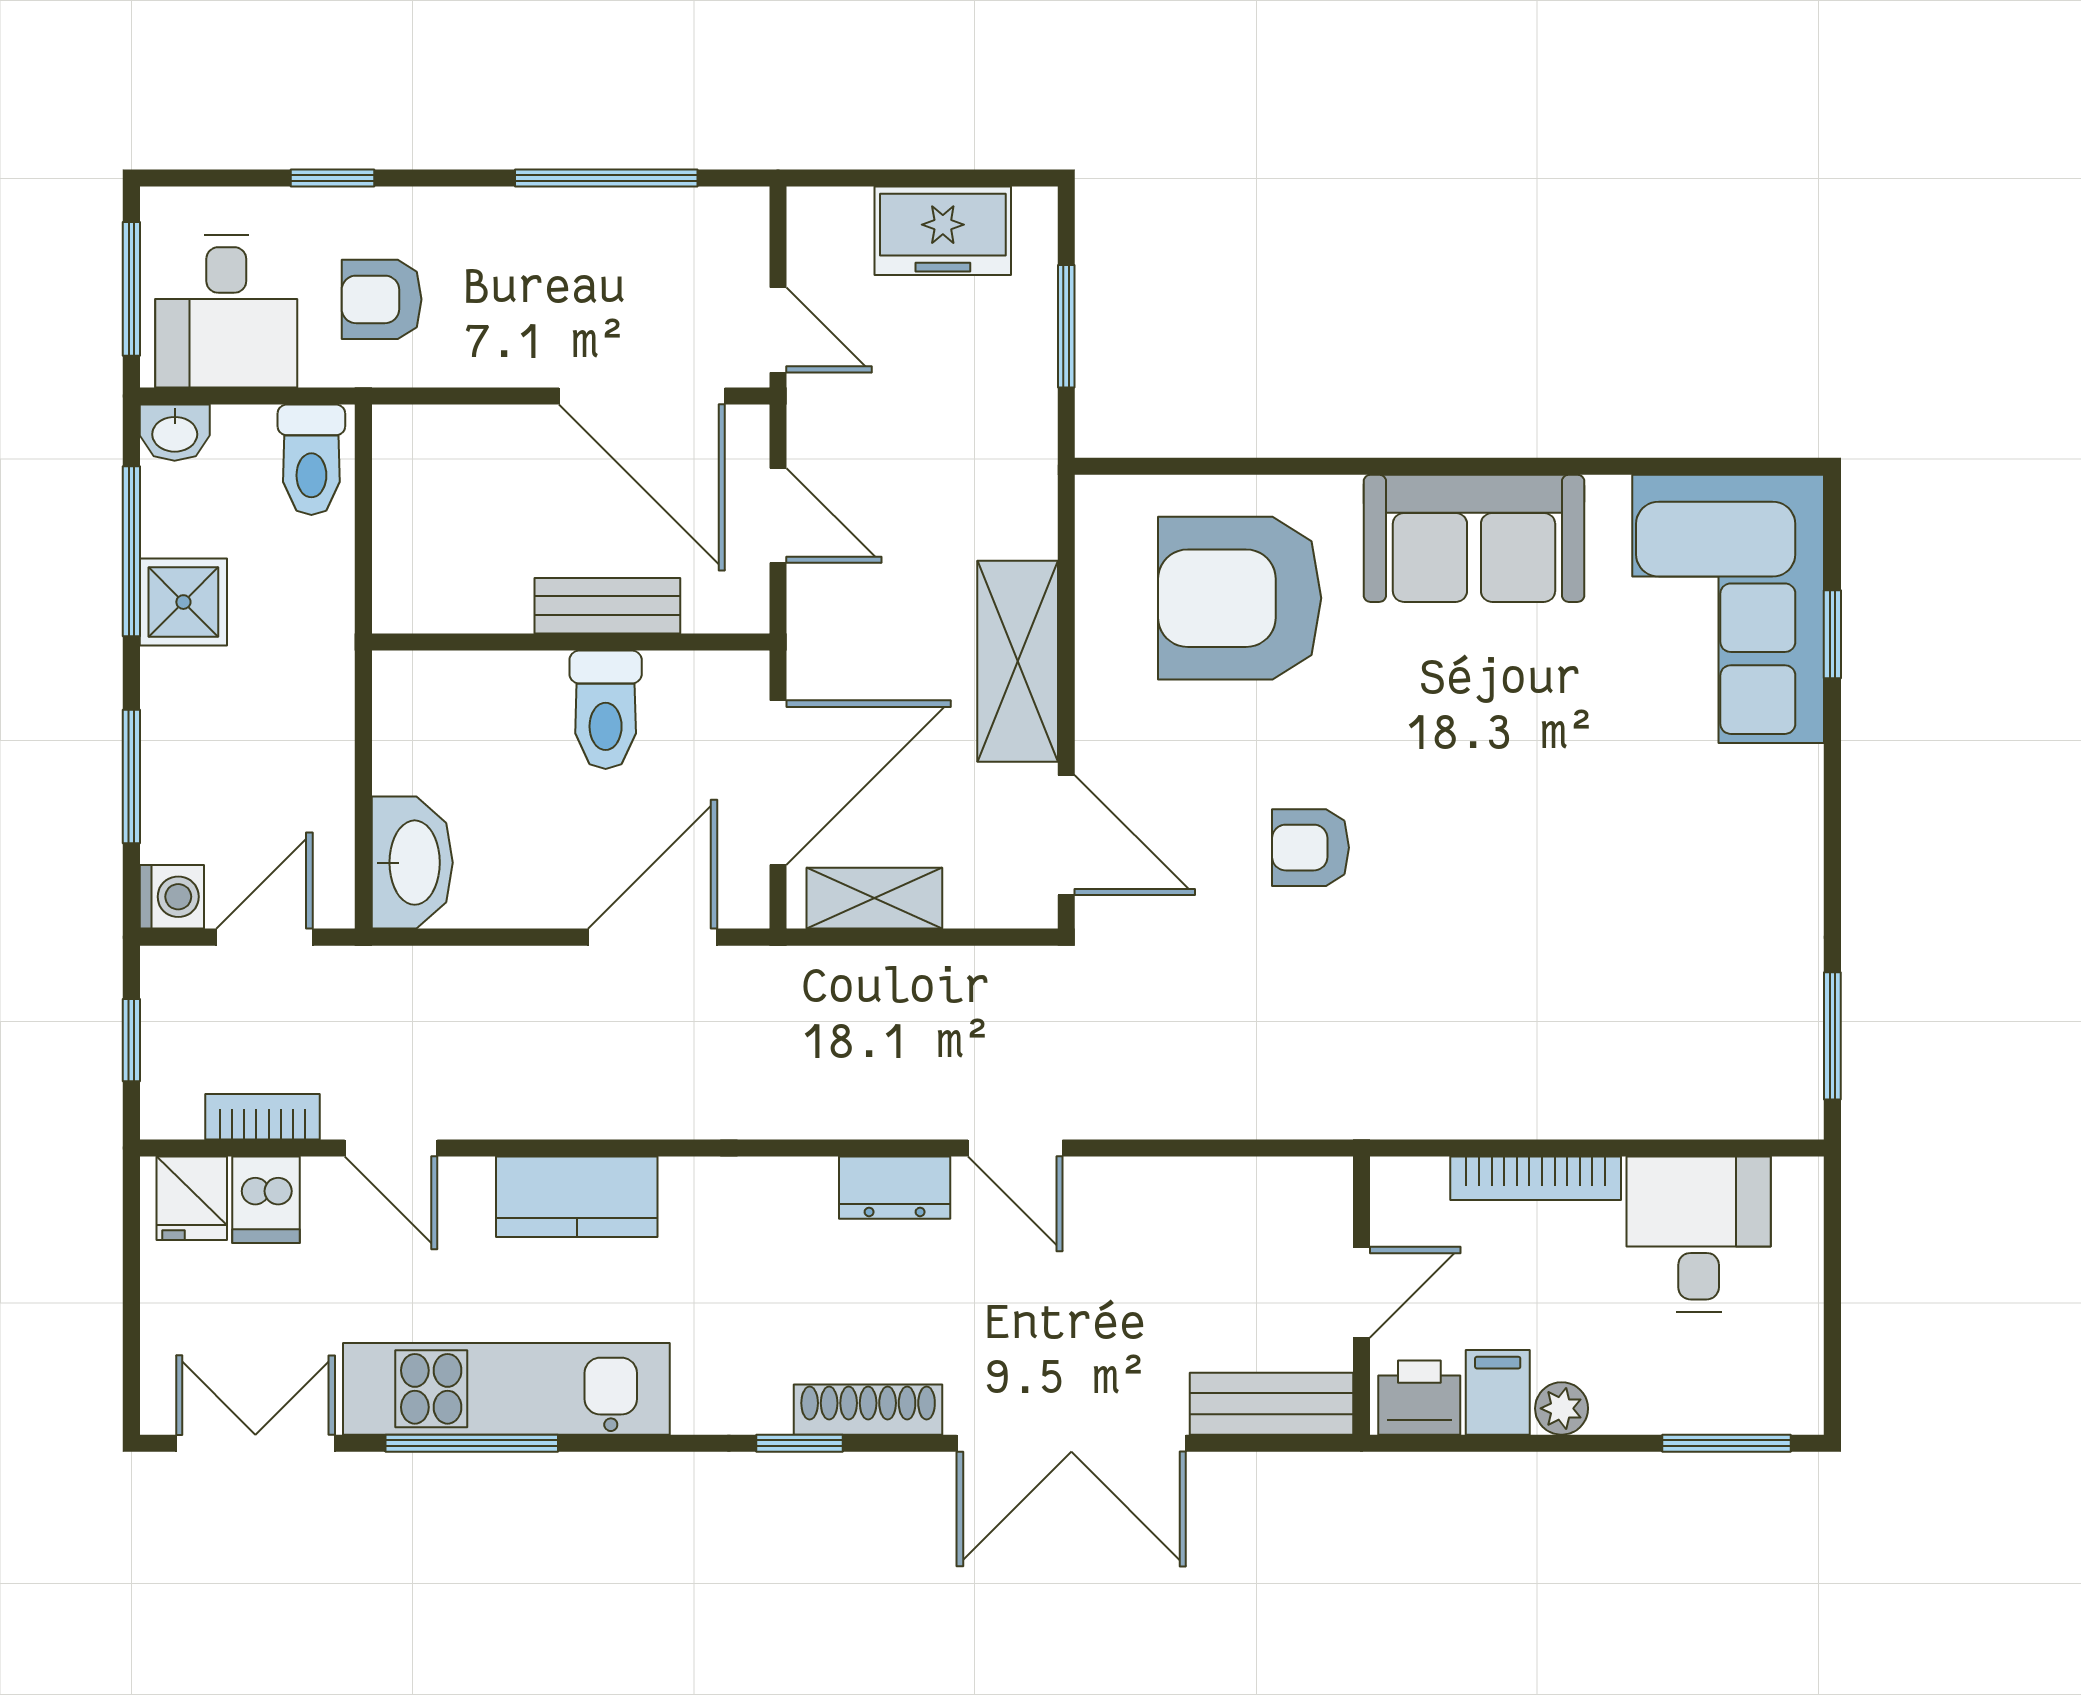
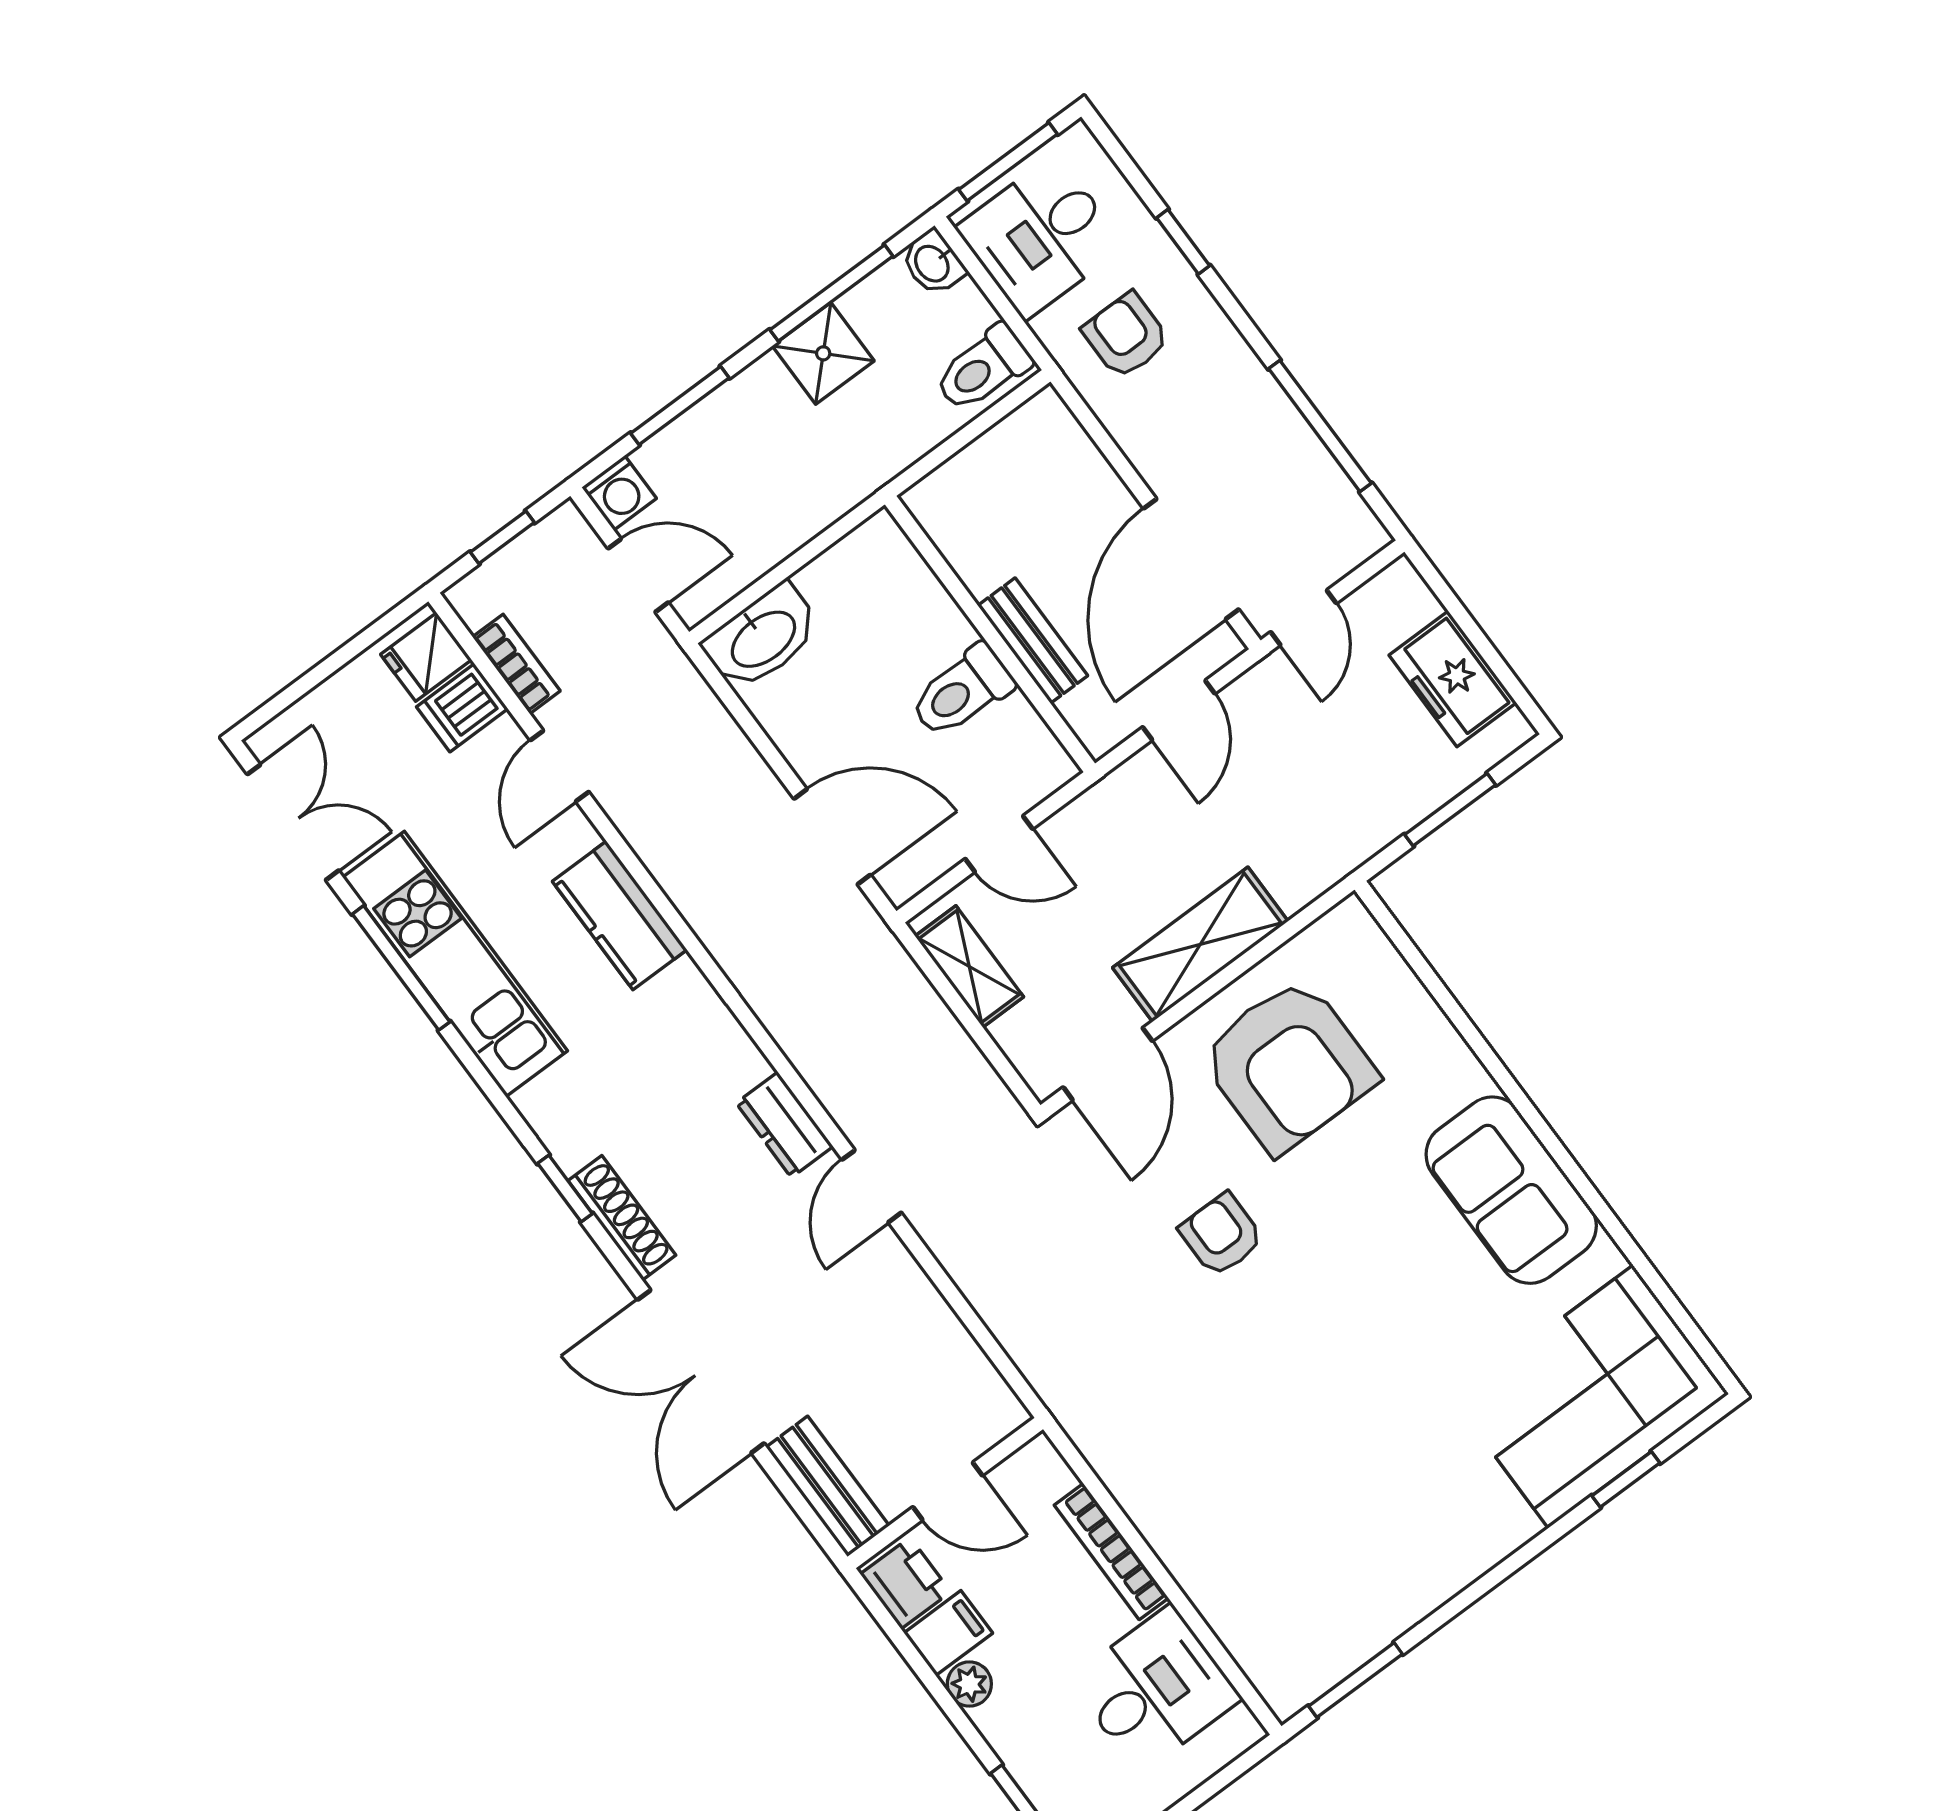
armchair: (1240, 598) -> (1288, 1065), moved, turned 180
door: (778, 783) -> (999, 844), width x0.53

